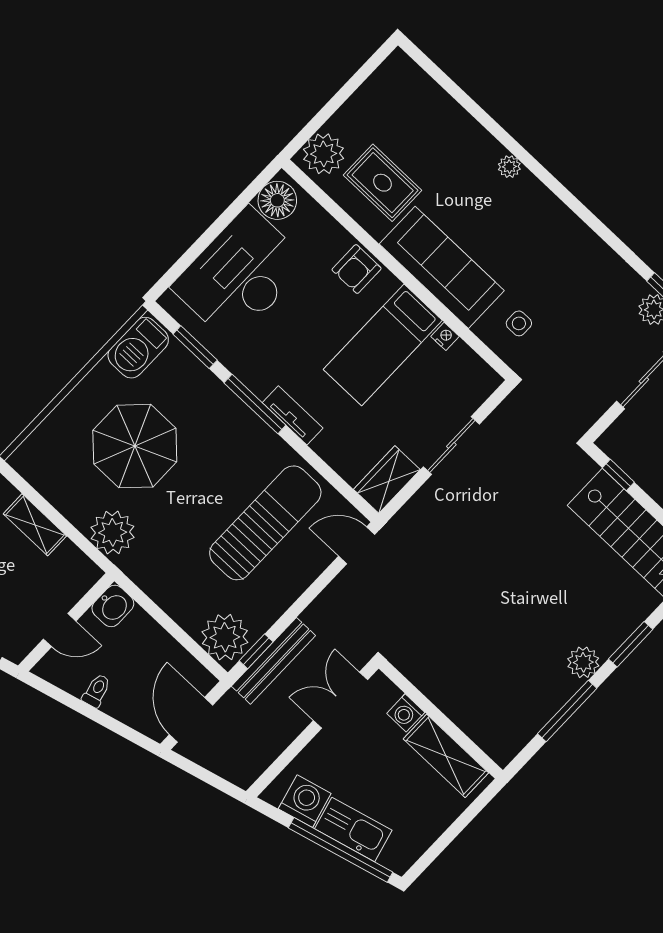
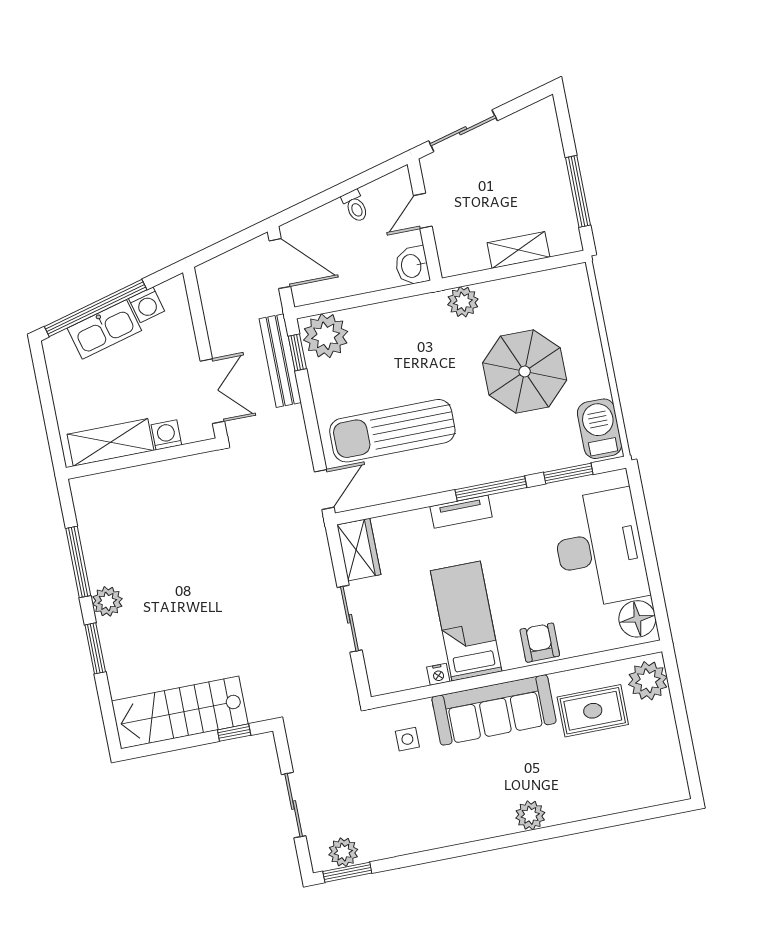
plant: (509, 167) -> (530, 815), width x1.38, depth x1.38
sun lounger: (265, 523) -> (392, 431), turned 90
plant: (113, 532) -> (463, 302), width x0.73, depth x0.73
washing machine: (305, 801) -> (147, 305), width x0.73, depth x0.73

